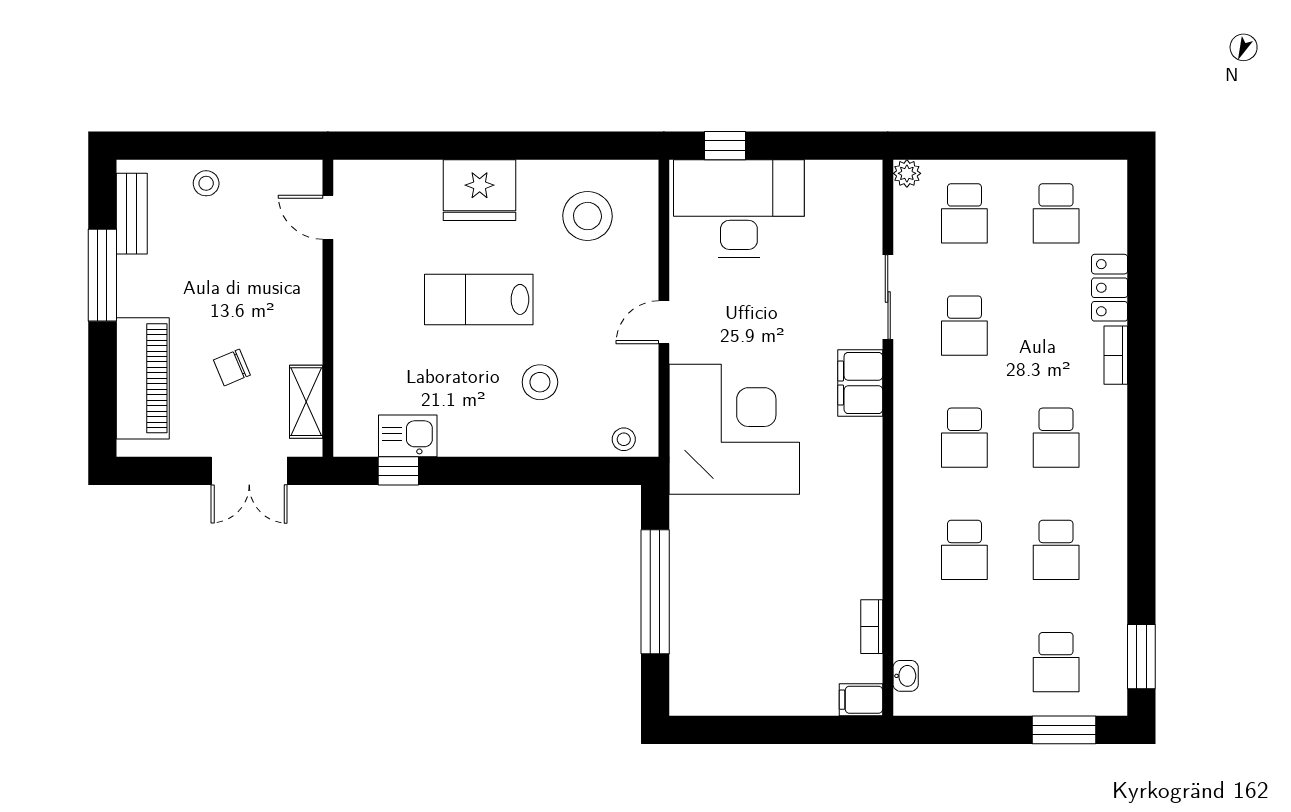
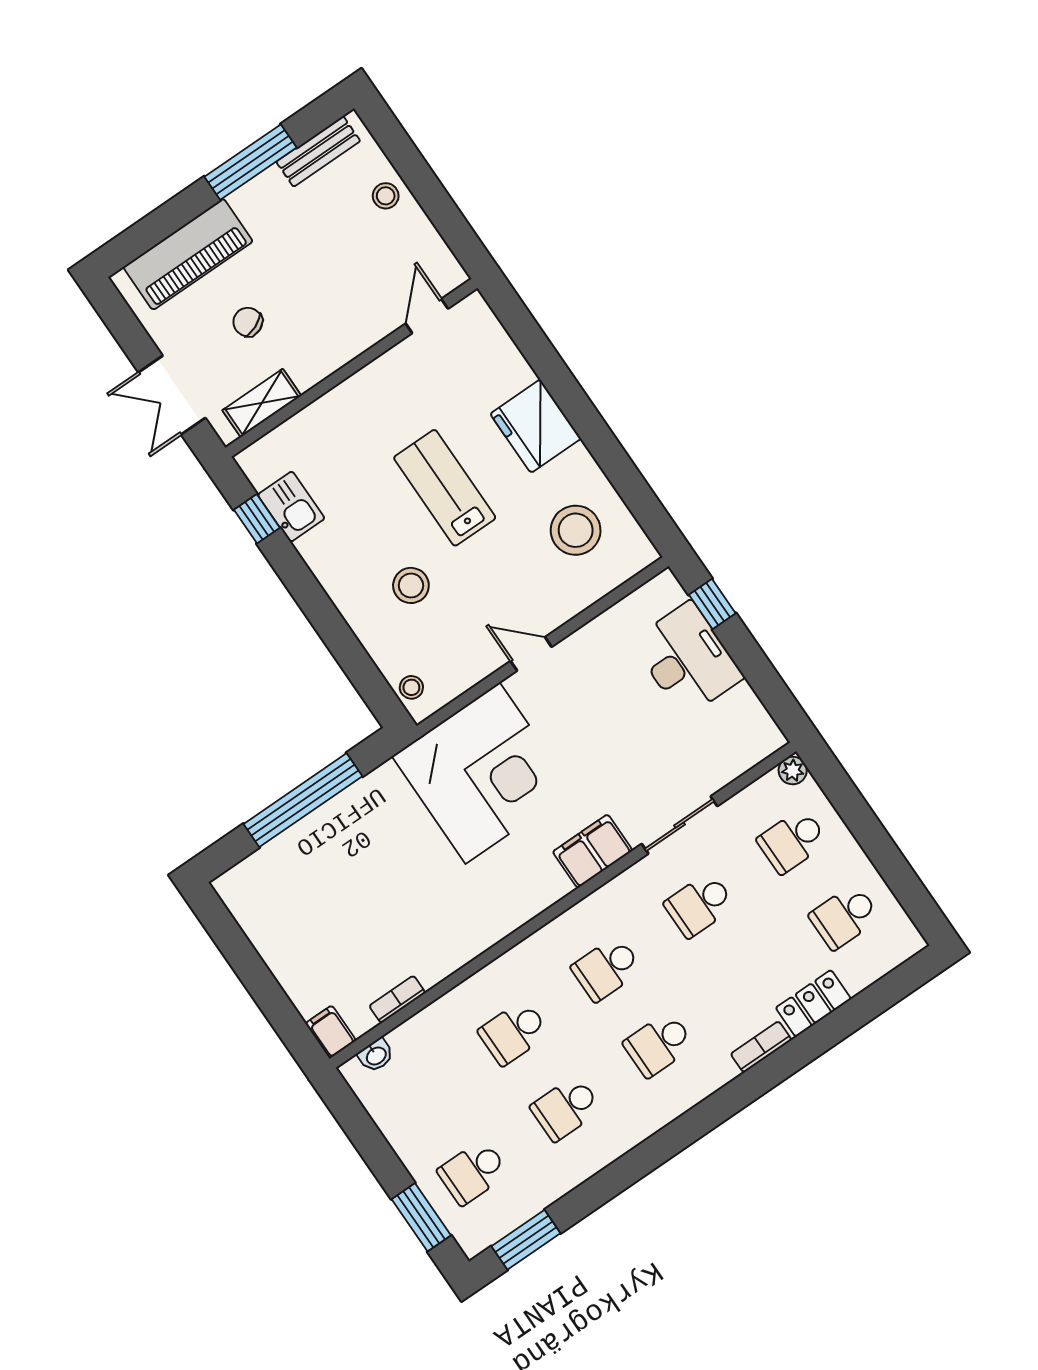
desk: (739, 208) -> (687, 659), width x0.73, depth x0.77

